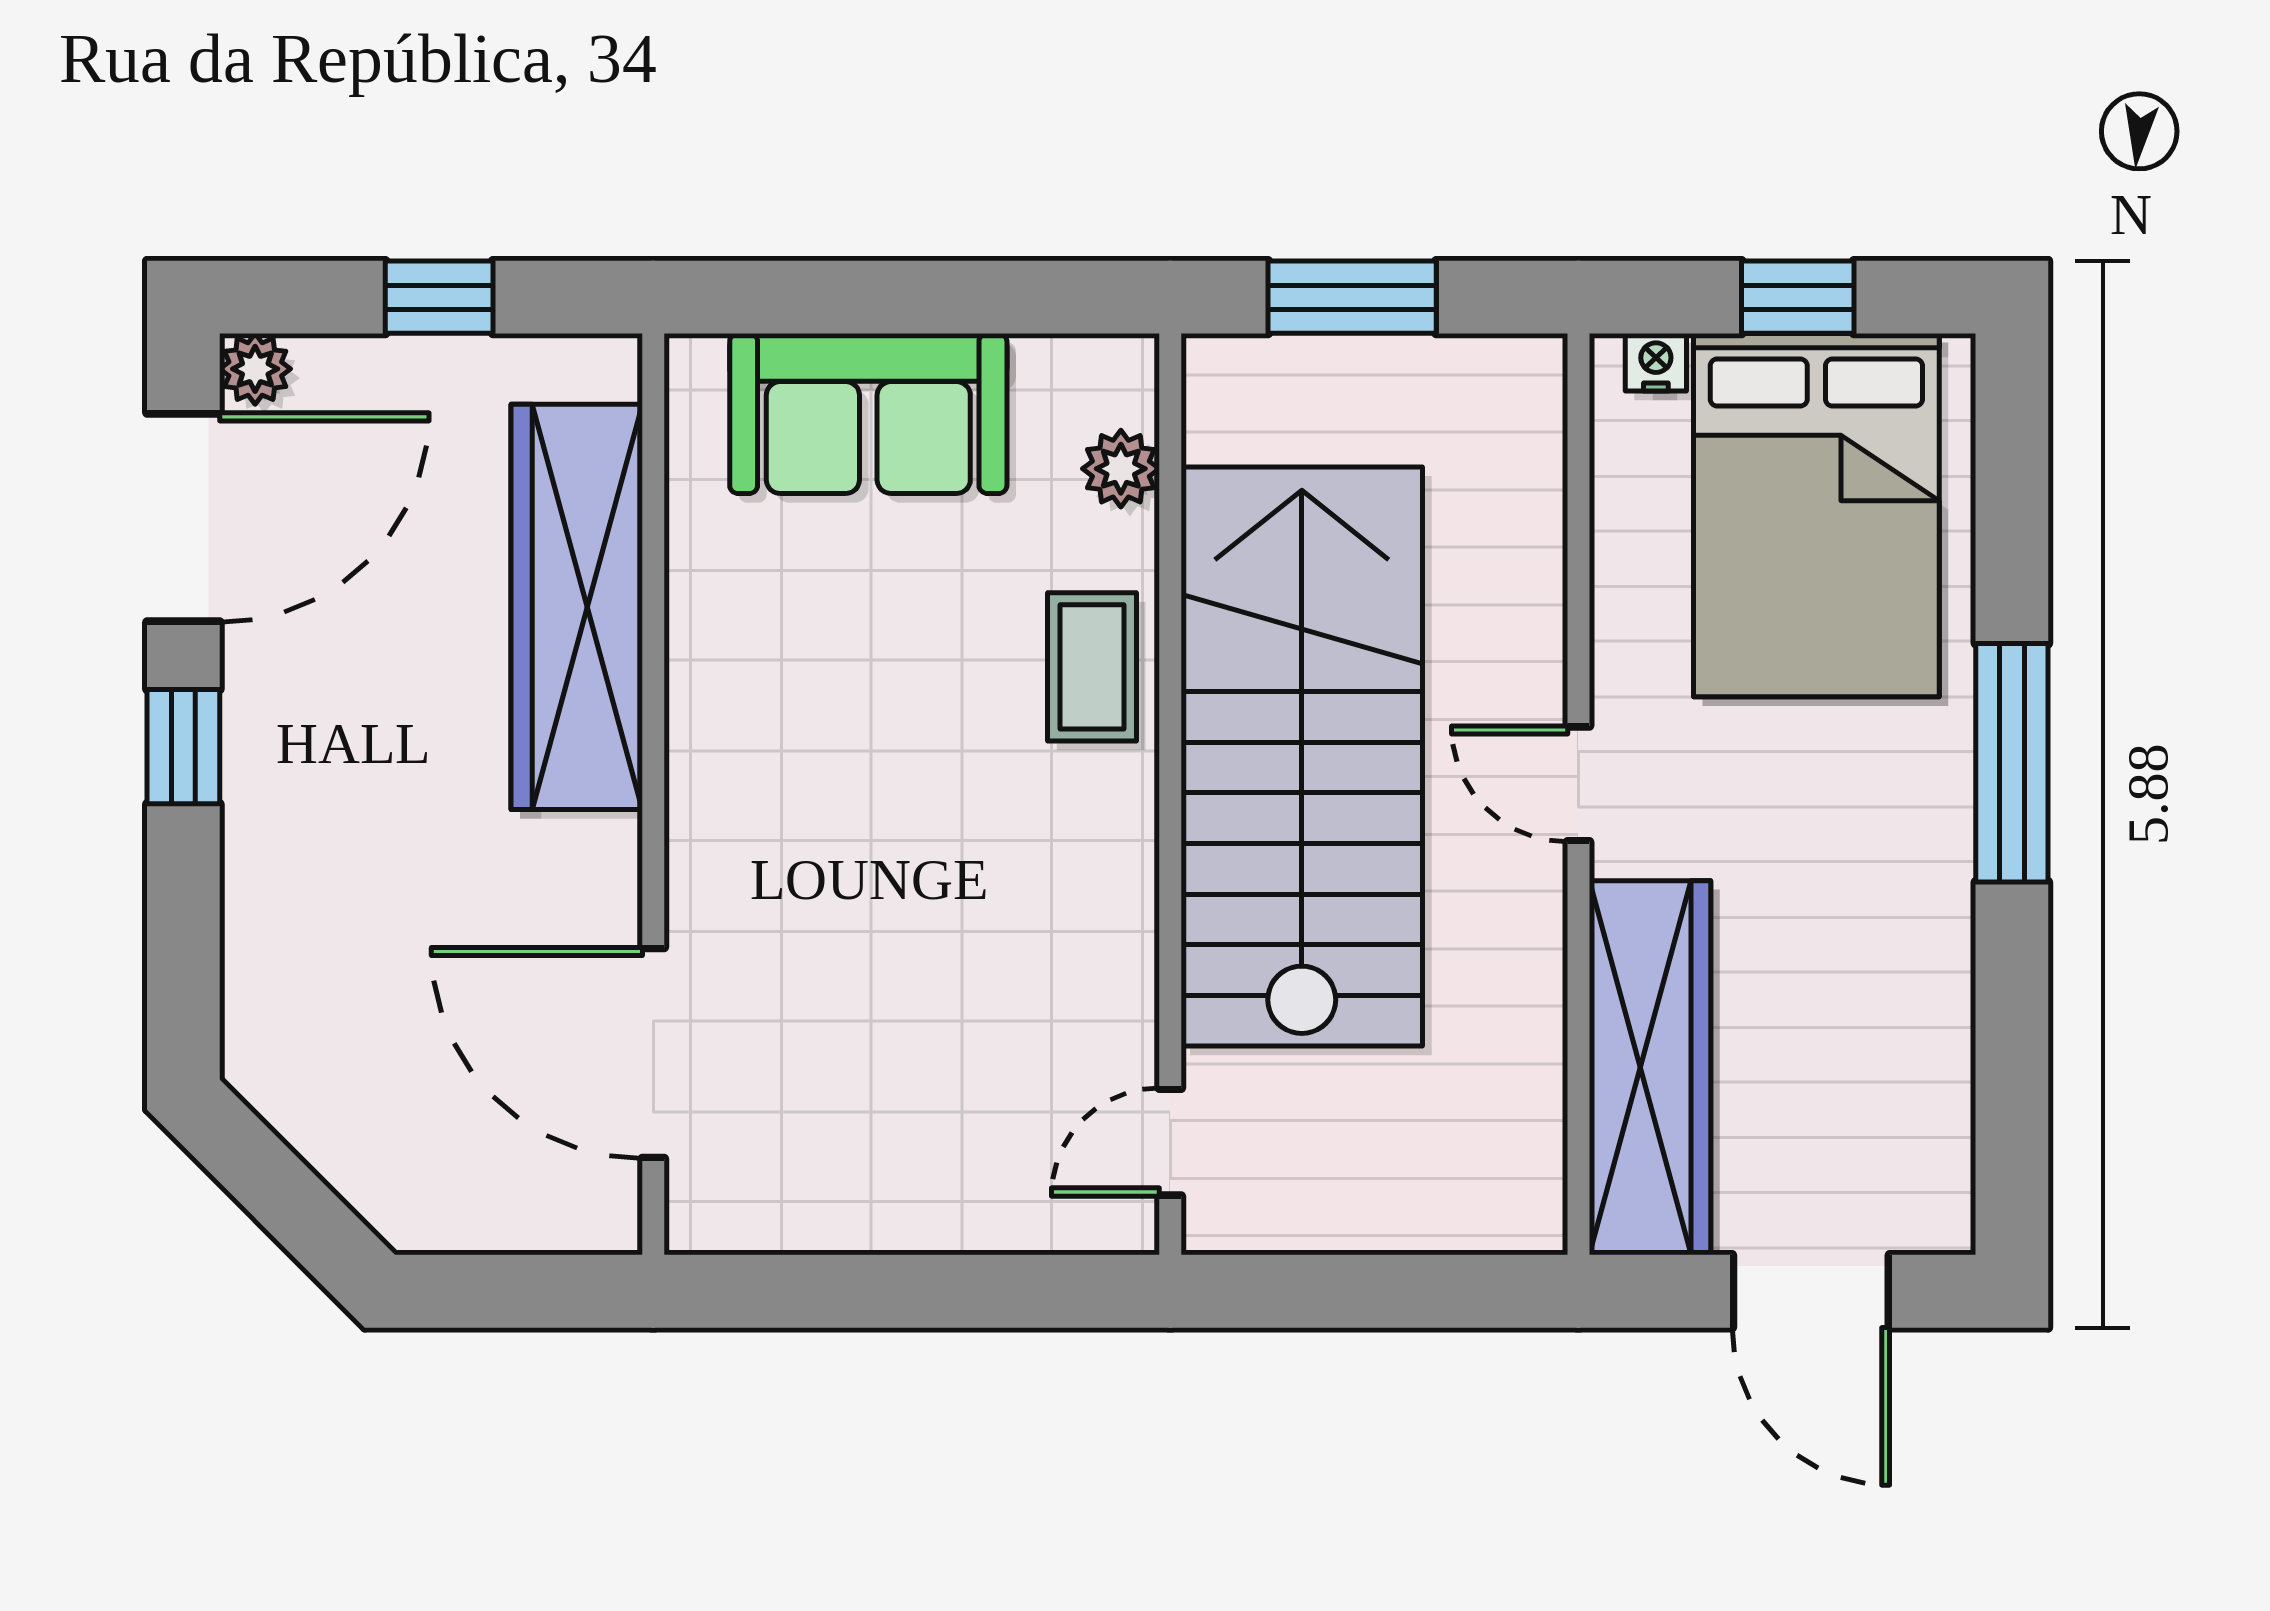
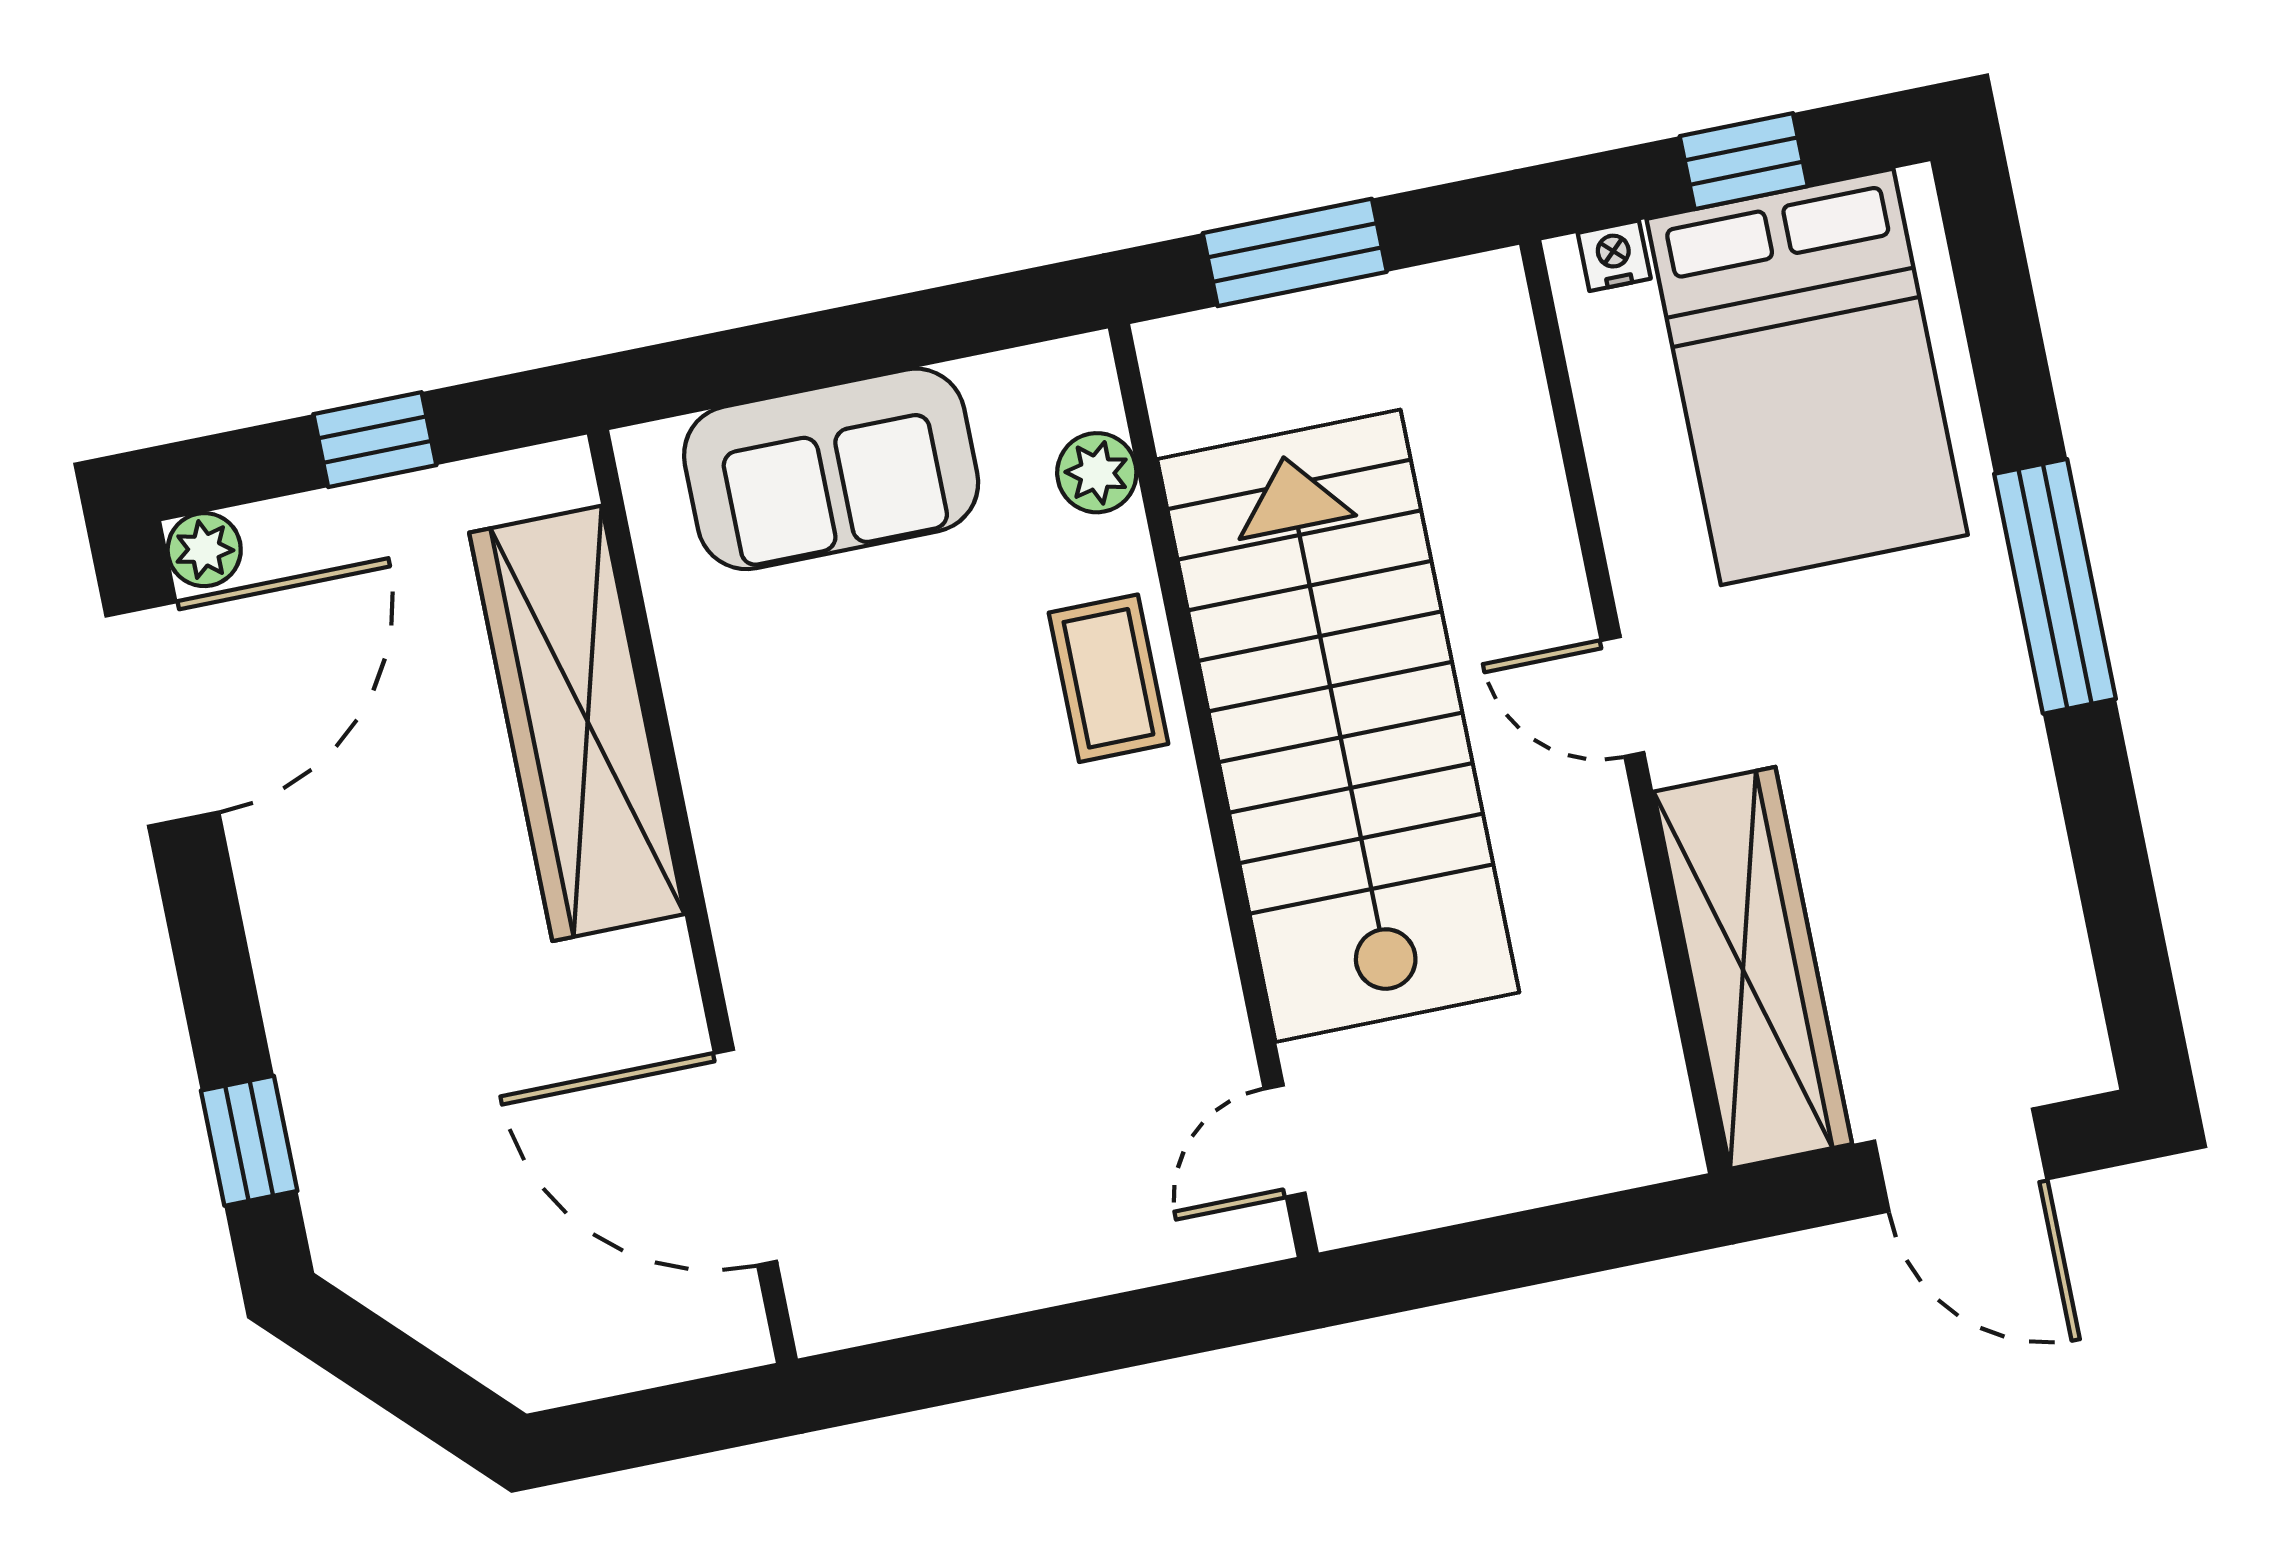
window: (183, 747) -> (249, 1141), moved

